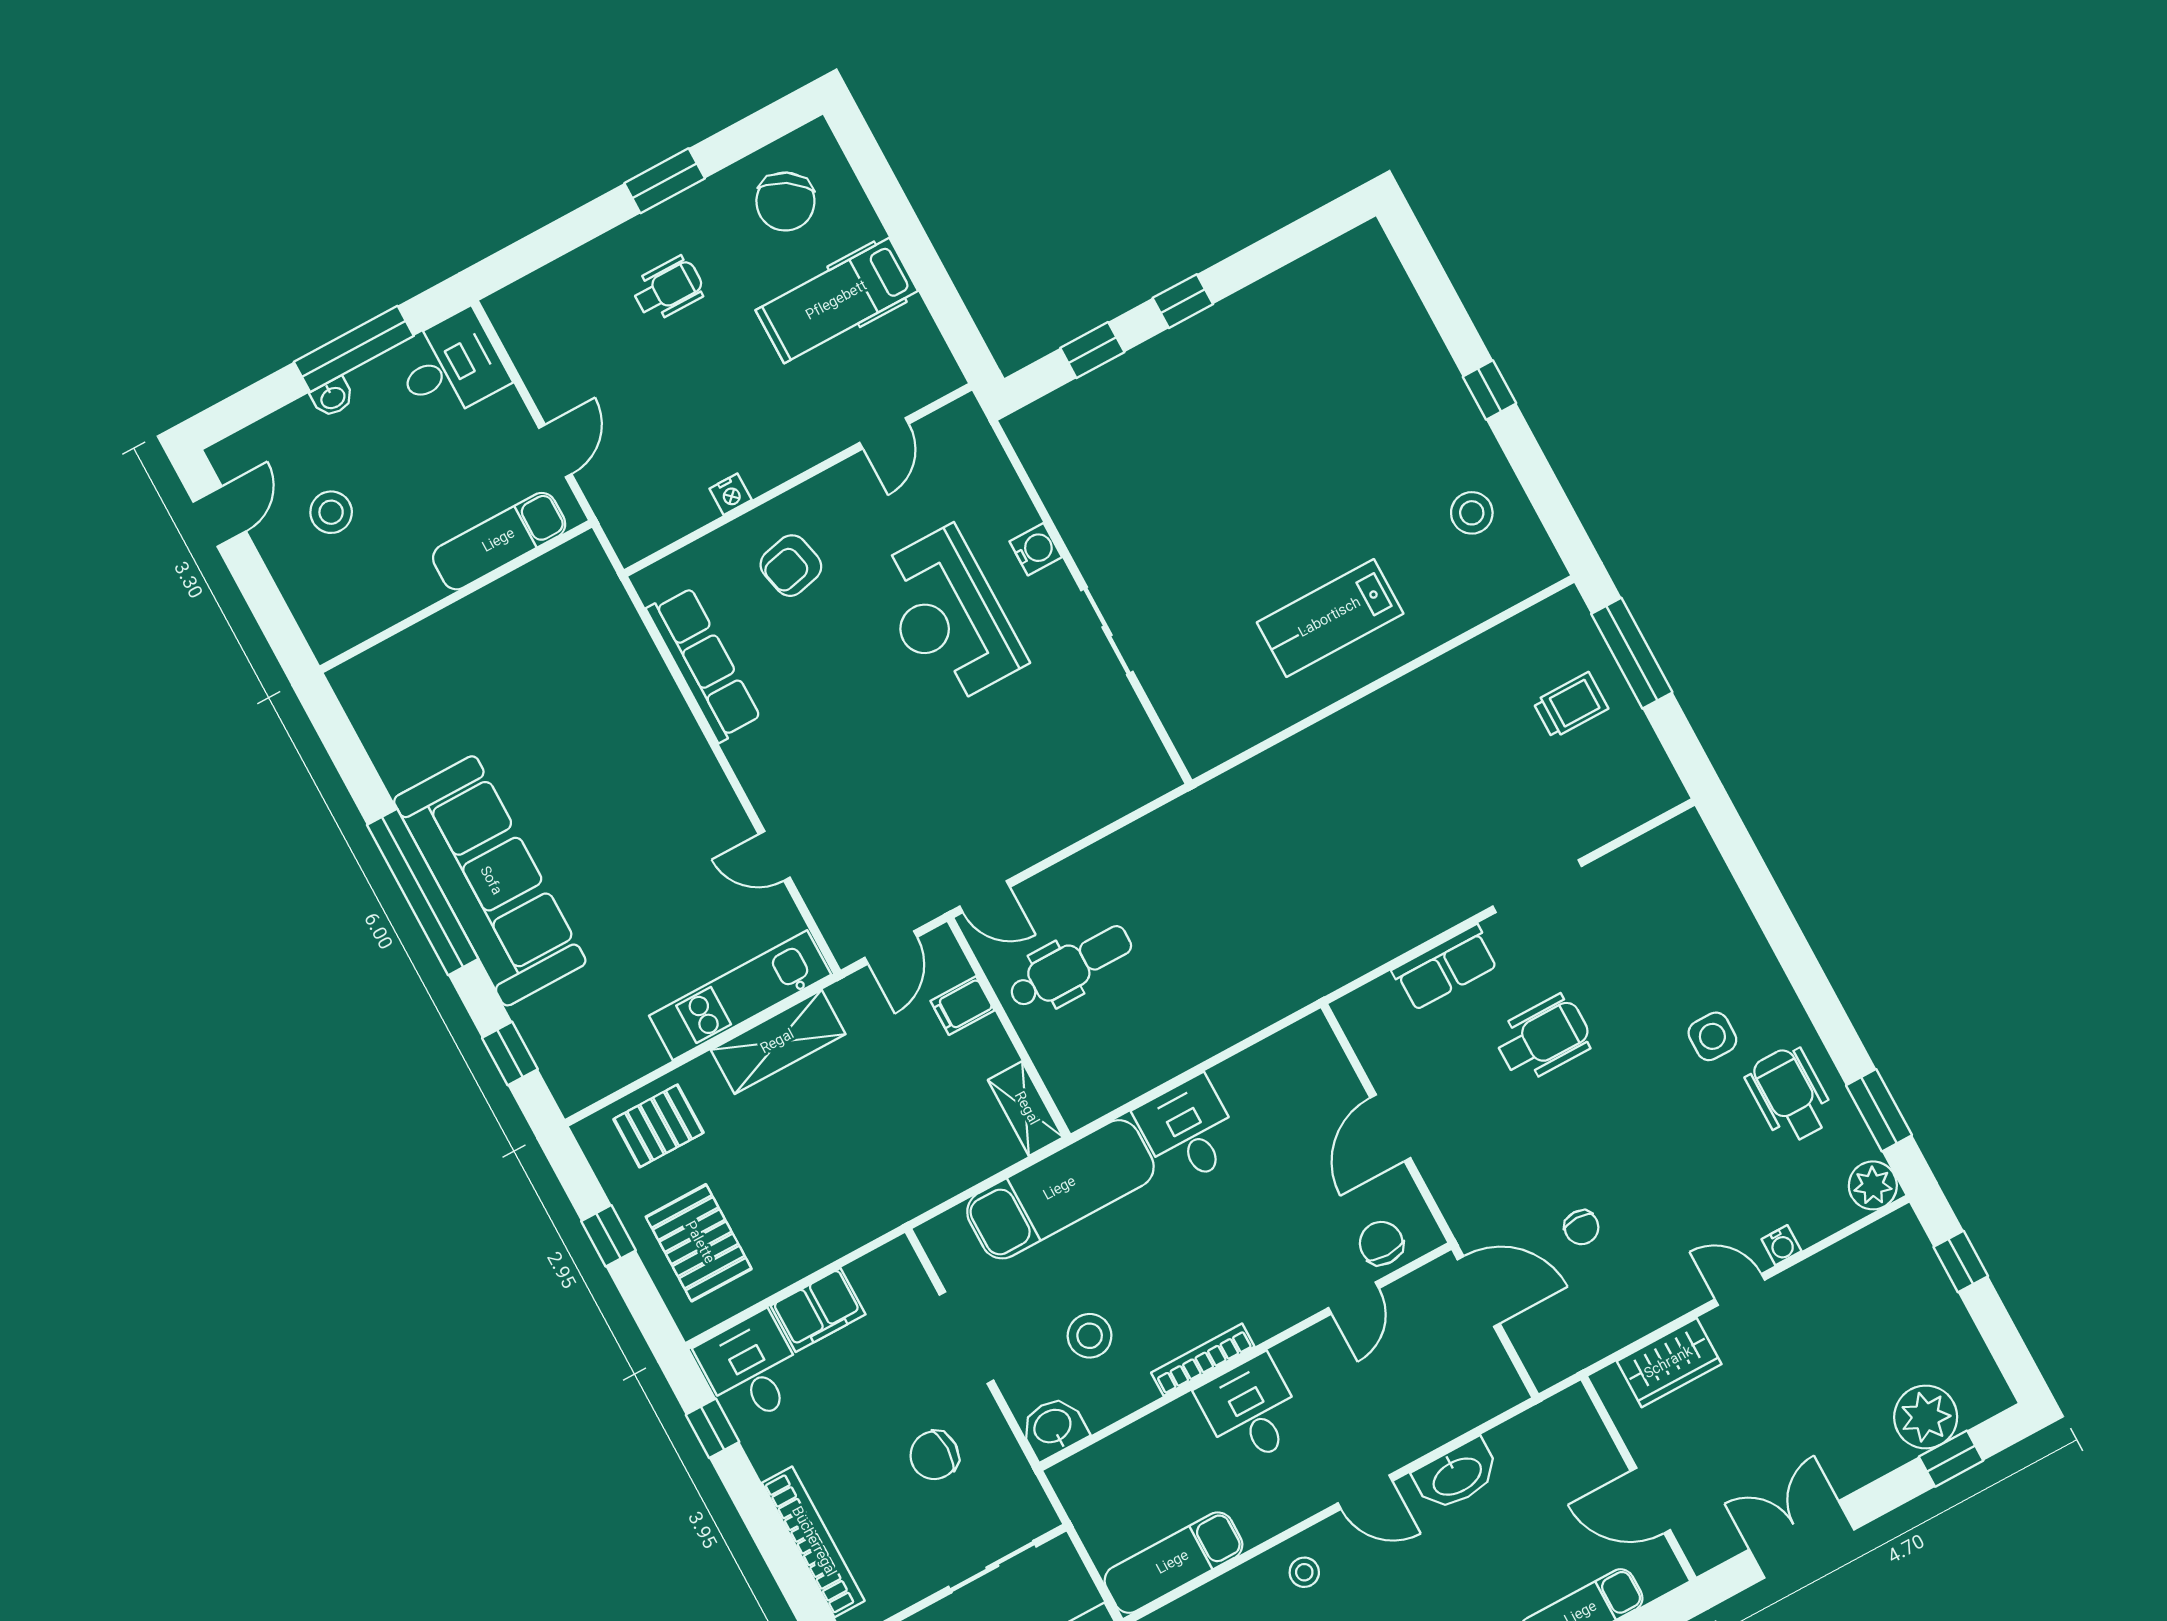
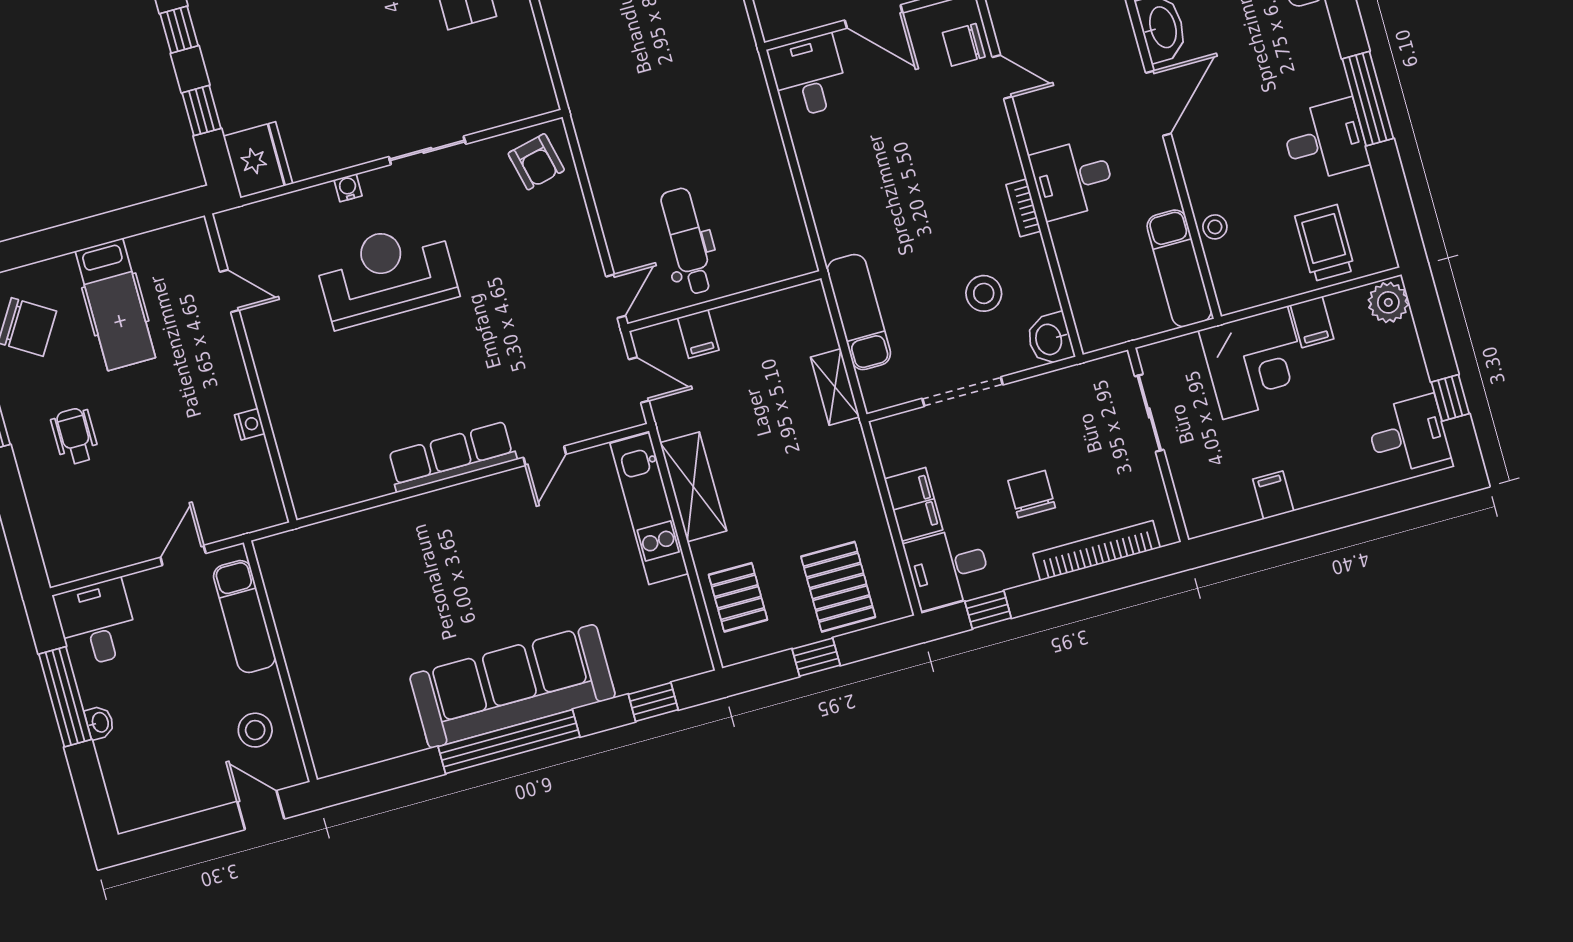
fridge: (1049, 431) -> (258, 160), added
door: (555, 451) -> (183, 555), hinge flipped
stool: (331, 512) -> (255, 730), moved
door: (220, 516) -> (261, 810), moved
water cooler: (1036, 549) -> (348, 188), width x0.72, depth x0.72
armchair: (791, 566) -> (536, 162), moved
reception desk: (948, 616) -> (386, 274), turned 180
row of seats: (704, 664) -> (452, 457), moved
shelving: (1026, 1109) -> (835, 387), moved, turned 90
desk: (1189, 1131) -> (808, 76), moved, turned 90
exam couch: (1060, 1189) -> (859, 312), width x0.73, depth x0.69
pallet: (699, 1243) -> (838, 587), turned 90
bookcase: (1203, 1360) -> (1023, 208), width x0.64
chair: (934, 1455) -> (1032, 494), moved, turned 180
door: (1365, 1492) -> (1158, 103), width x1.38
stool: (1304, 1572) -> (1215, 227), moved

